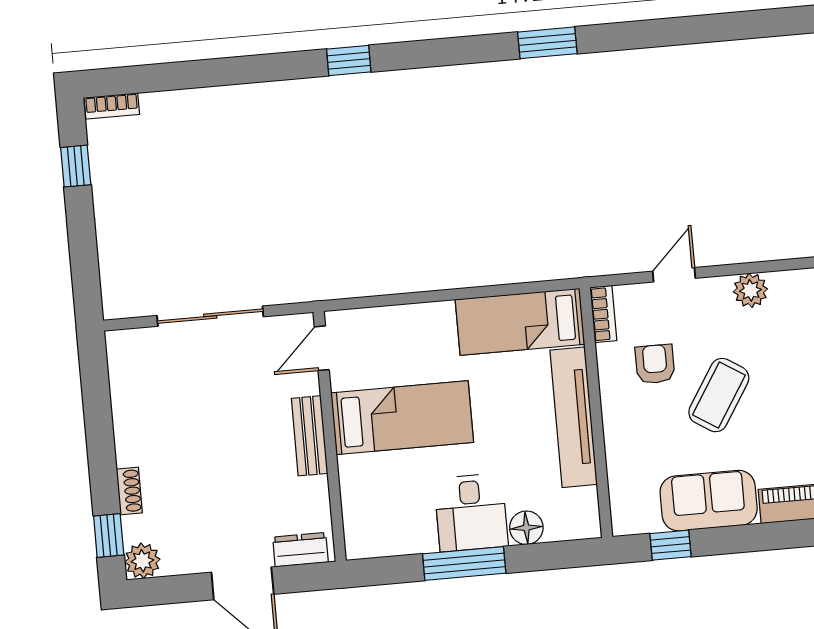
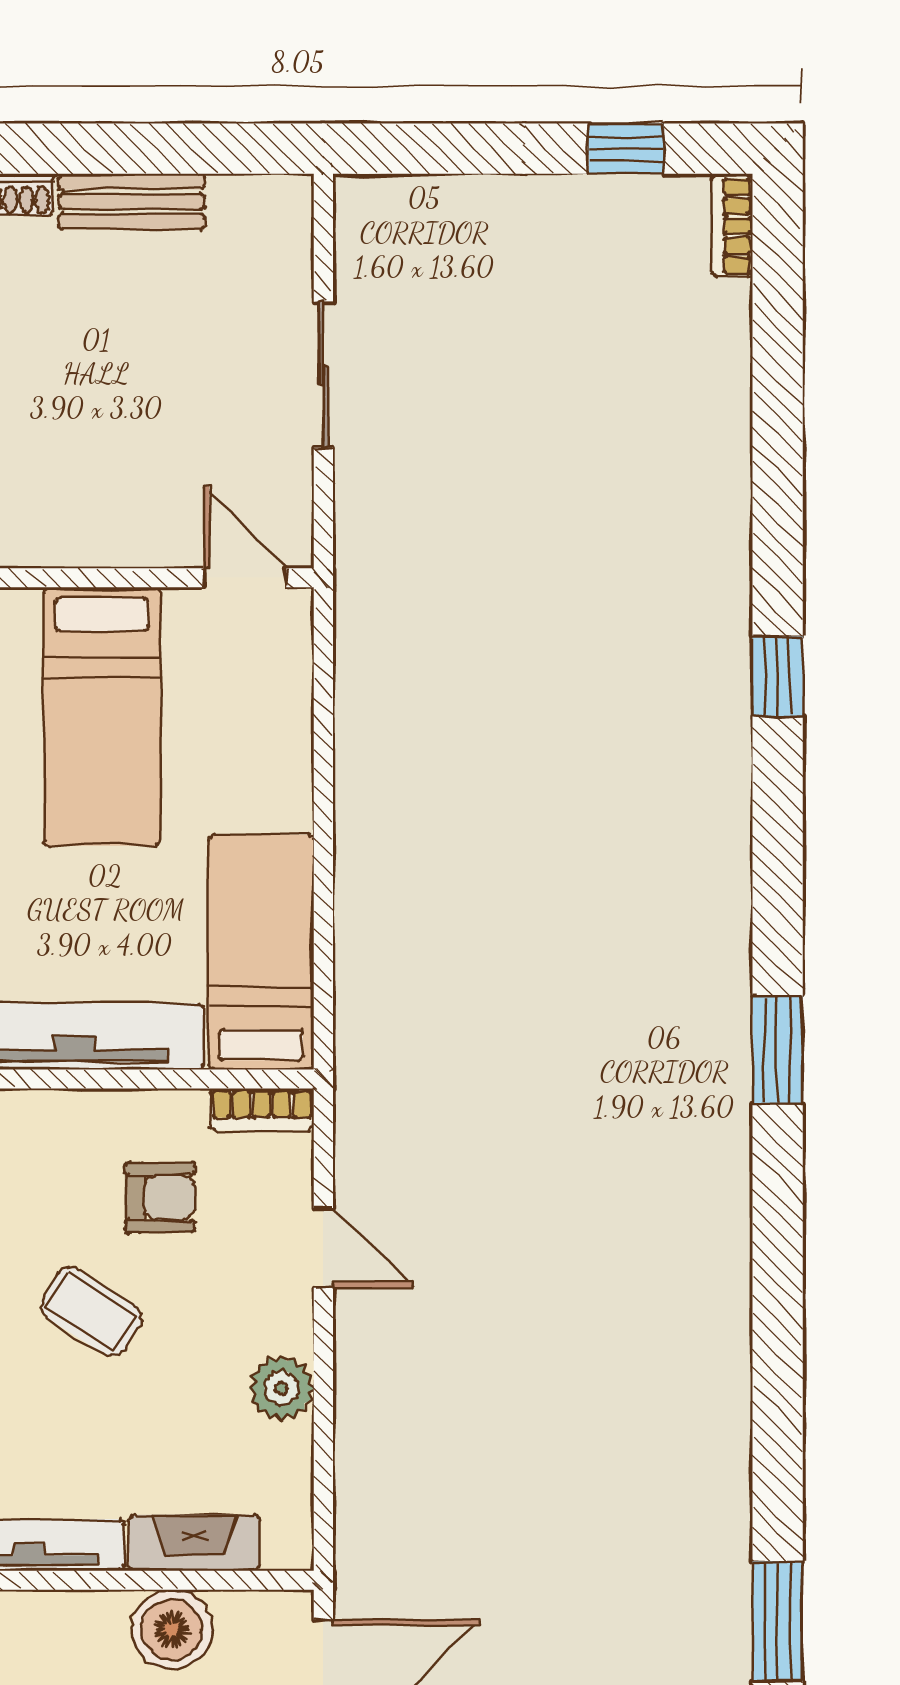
sliding door: (210, 316) -> (323, 375), width x0.73
coffee table: (719, 395) -> (91, 1312), width x0.73, depth x0.77
bench: (310, 436) -> (132, 202), moved

